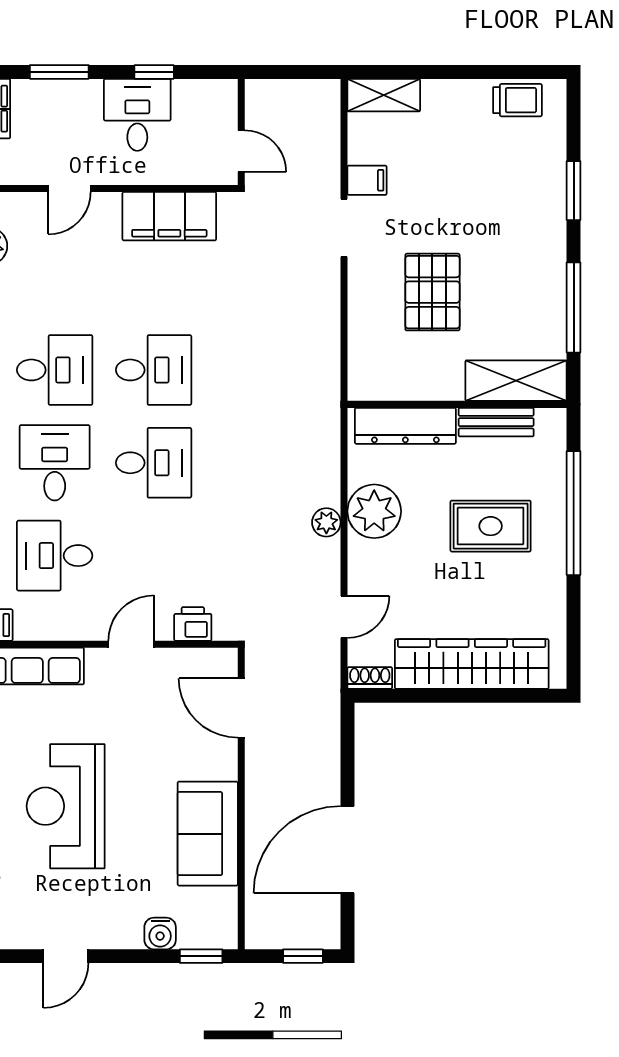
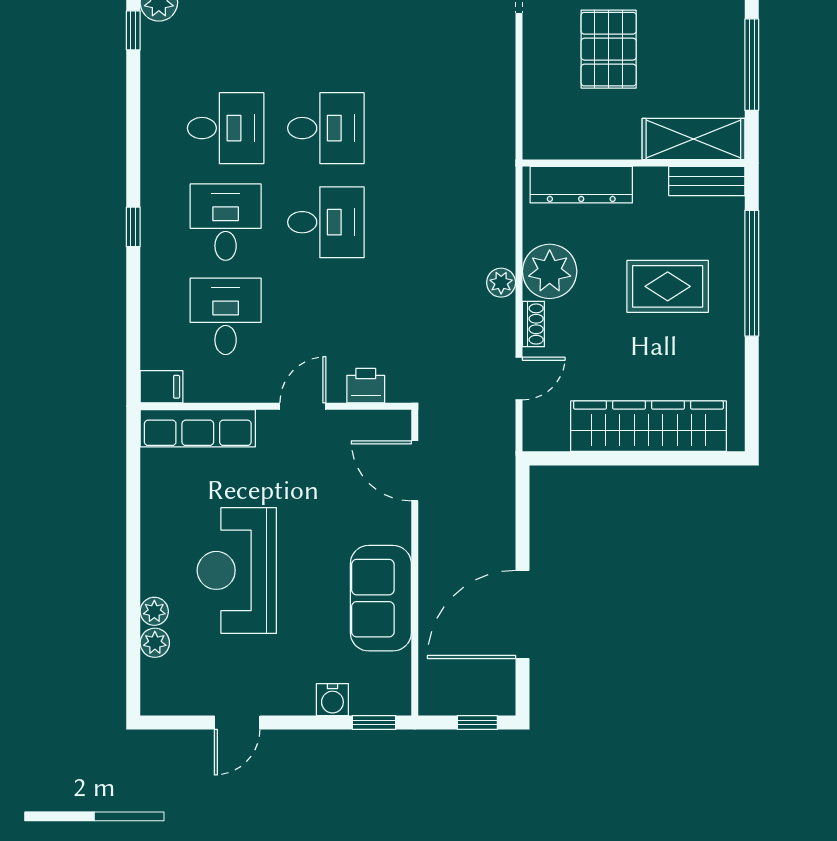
bench: (496, 422) -> (707, 181), moved
desk: (55, 556) -> (226, 316), turned 90
shoe rack: (370, 678) -> (533, 324), moved, turned 90

